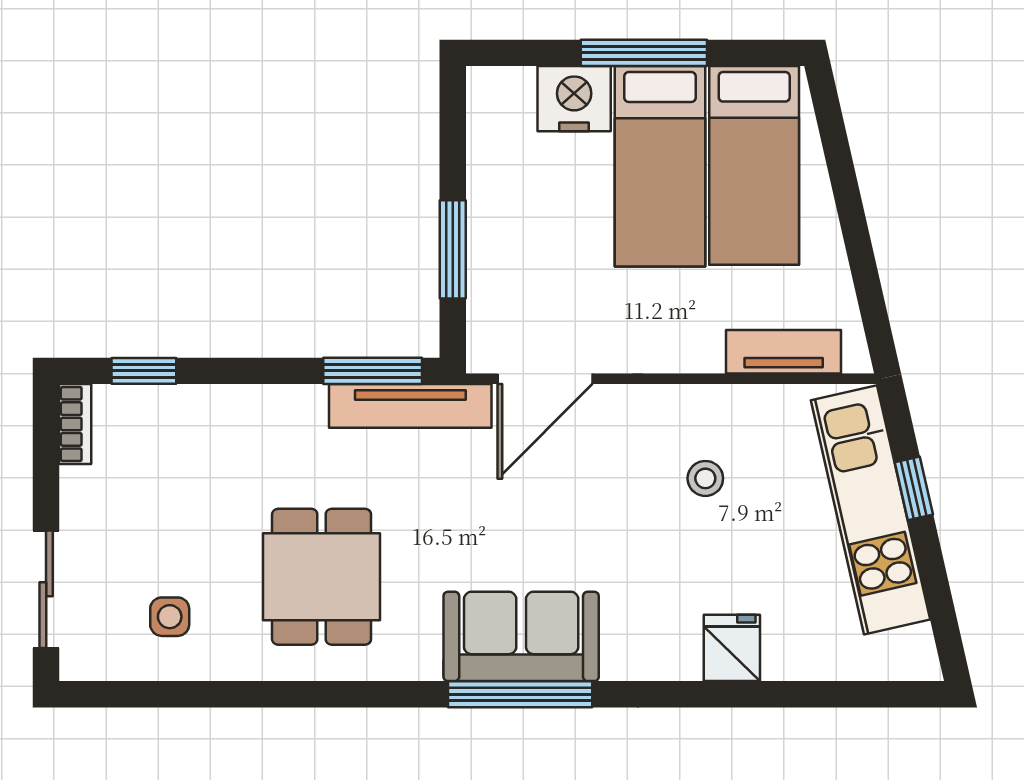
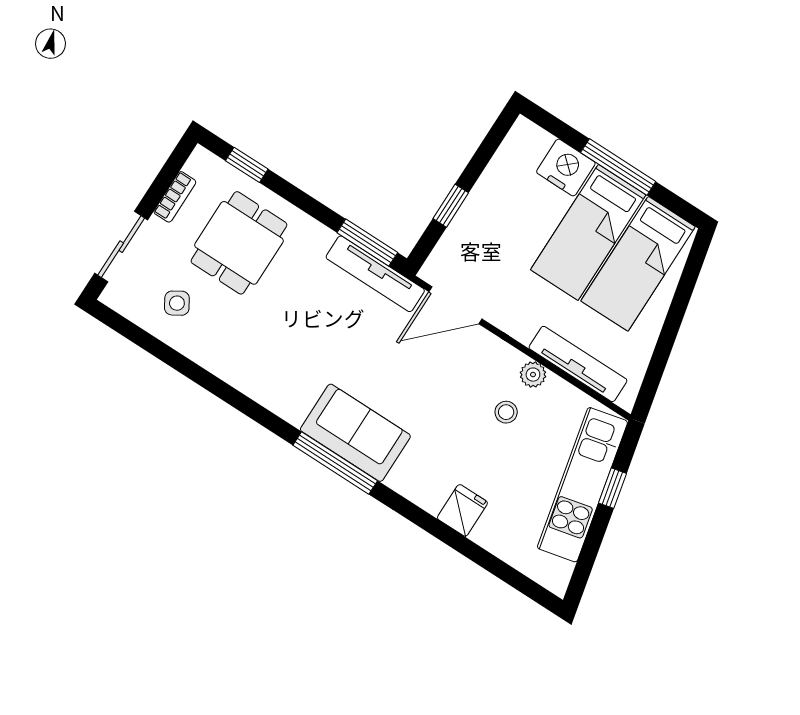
window: (453, 249) -> (451, 206), width x0.67
tv unit: (784, 352) -> (578, 364), width x1.41
plant: (709, 405) -> (533, 375), added
bookcase: (75, 424) -> (175, 197), moved
dining table: (322, 577) -> (239, 243), moved
side table: (170, 617) -> (177, 303), turned -31

